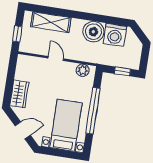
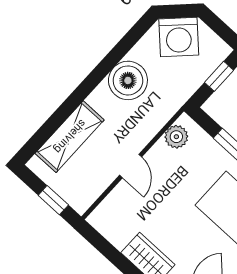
washing machine: (115, 35) -> (179, 37), moved, turned 45
door: (56, 58) -> (131, 166), swing flipped

